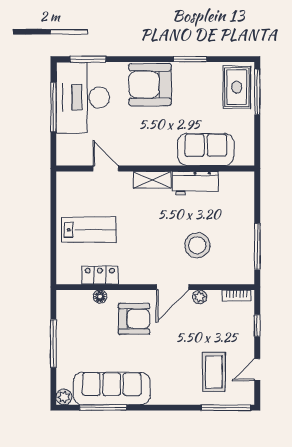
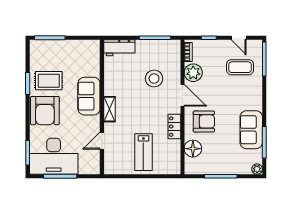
rug: (237, 87) -> (49, 81), moved
sofa: (206, 150) -> (89, 96), moved
workbench: (195, 183) -> (119, 48), moved, turned 90
lab bench: (89, 230) -> (143, 152), turned 180
locker: (100, 275) -> (174, 127), moved
floor lamp: (100, 297) -> (193, 149), width x1.89, depth x1.89
plant: (200, 297) -> (193, 73), width x1.88, depth x1.88
armchair: (134, 319) -> (204, 121), turned 90
sofa: (112, 388) -> (251, 130), width x0.73

